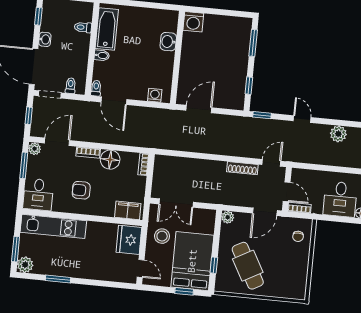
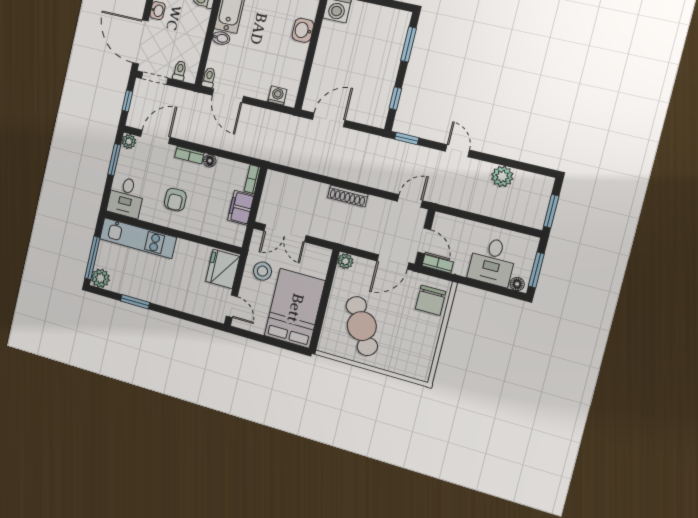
floor lamp: (110, 160) -> (210, 161), width x0.53, depth x0.53
shoe rack: (242, 168) -> (348, 196), moved
armchair: (81, 190) -> (175, 200), turned -90
filing cabinet: (128, 210) -> (241, 208), moved, turned -90
chair: (298, 236) -> (431, 300), width x1.87, depth x1.87
window: (16, 249) -> (92, 258), width x1.44
window: (214, 265) -> (320, 318), removed
window: (184, 291) -> (280, 344), removed

